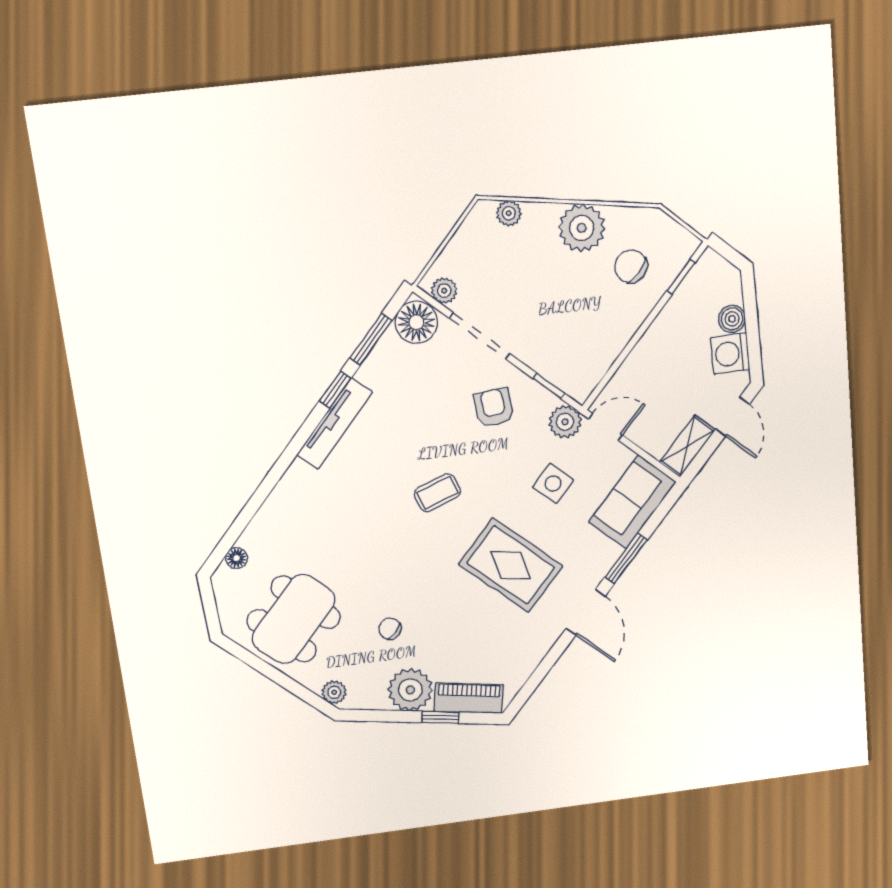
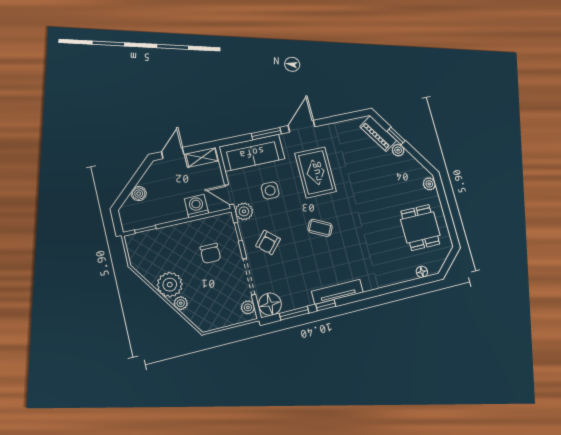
plant: (509, 213) -> (181, 303), moved
chair: (631, 266) -> (210, 253), moved
washing machine: (730, 354) -> (196, 206), moved, turned -136
sofa: (632, 502) -> (252, 153), width x1.36
dining table: (294, 619) -> (420, 227), width x0.73
chair: (390, 629) -> (386, 190), removed
plant: (410, 690) -> (398, 150), width x0.53, depth x0.53

